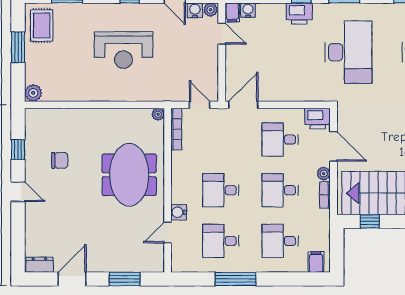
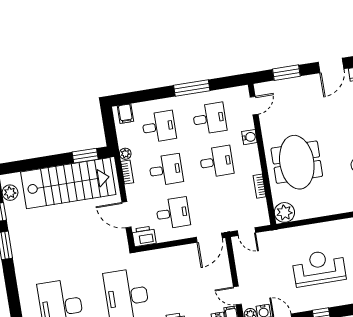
plant: (158, 114) -> (284, 212), width x1.87, depth x1.87
bookcase: (176, 129) -> (260, 186), moved, width x0.64
plant: (324, 174) -> (125, 154), moved
window: (370, 221) -> (85, 156), width x1.50
door: (168, 232) -> (254, 106), moved

